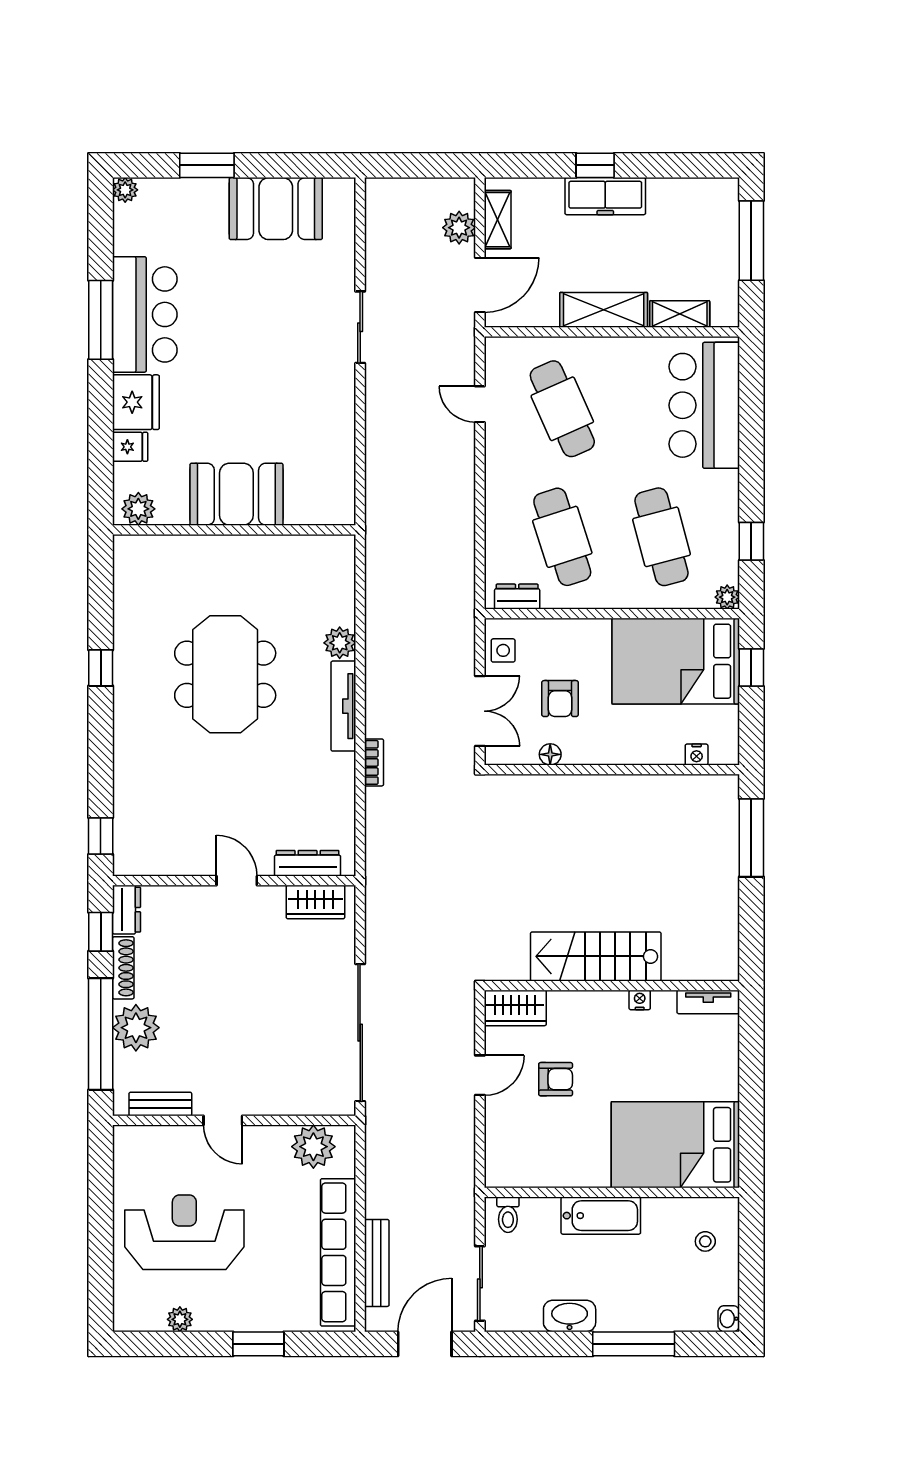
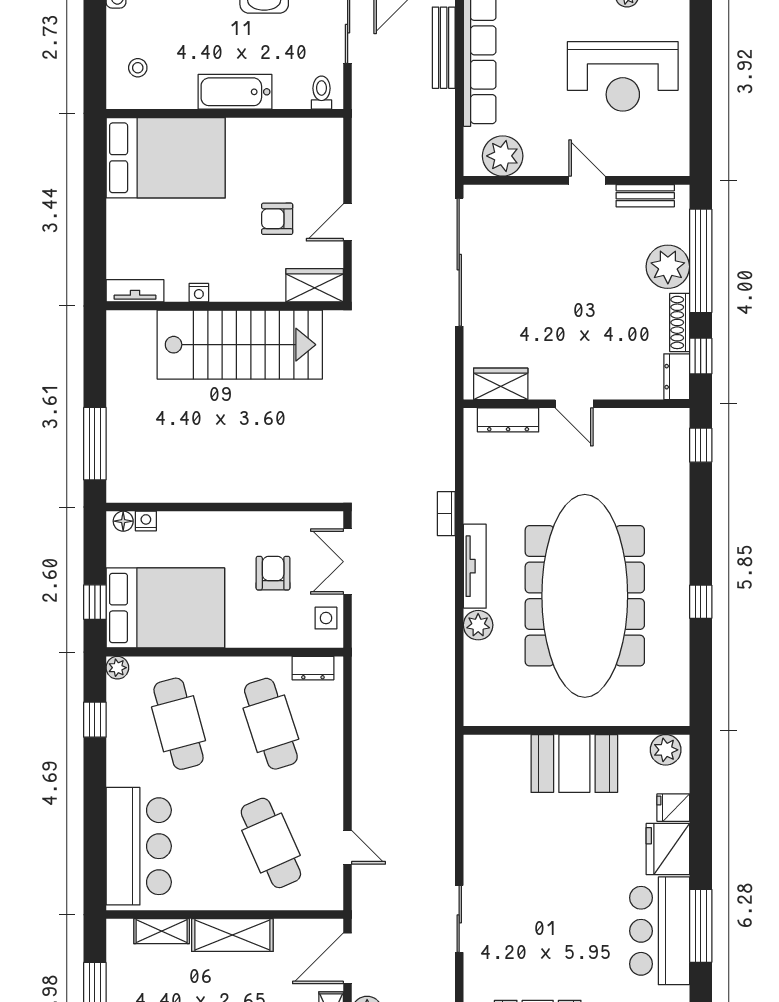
meeting table: (225, 674) -> (585, 596), width x1.86, depth x1.27
floor lamp: (550, 754) -> (123, 521), moved
stairs: (596, 956) -> (240, 345), width x1.36, depth x1.51

